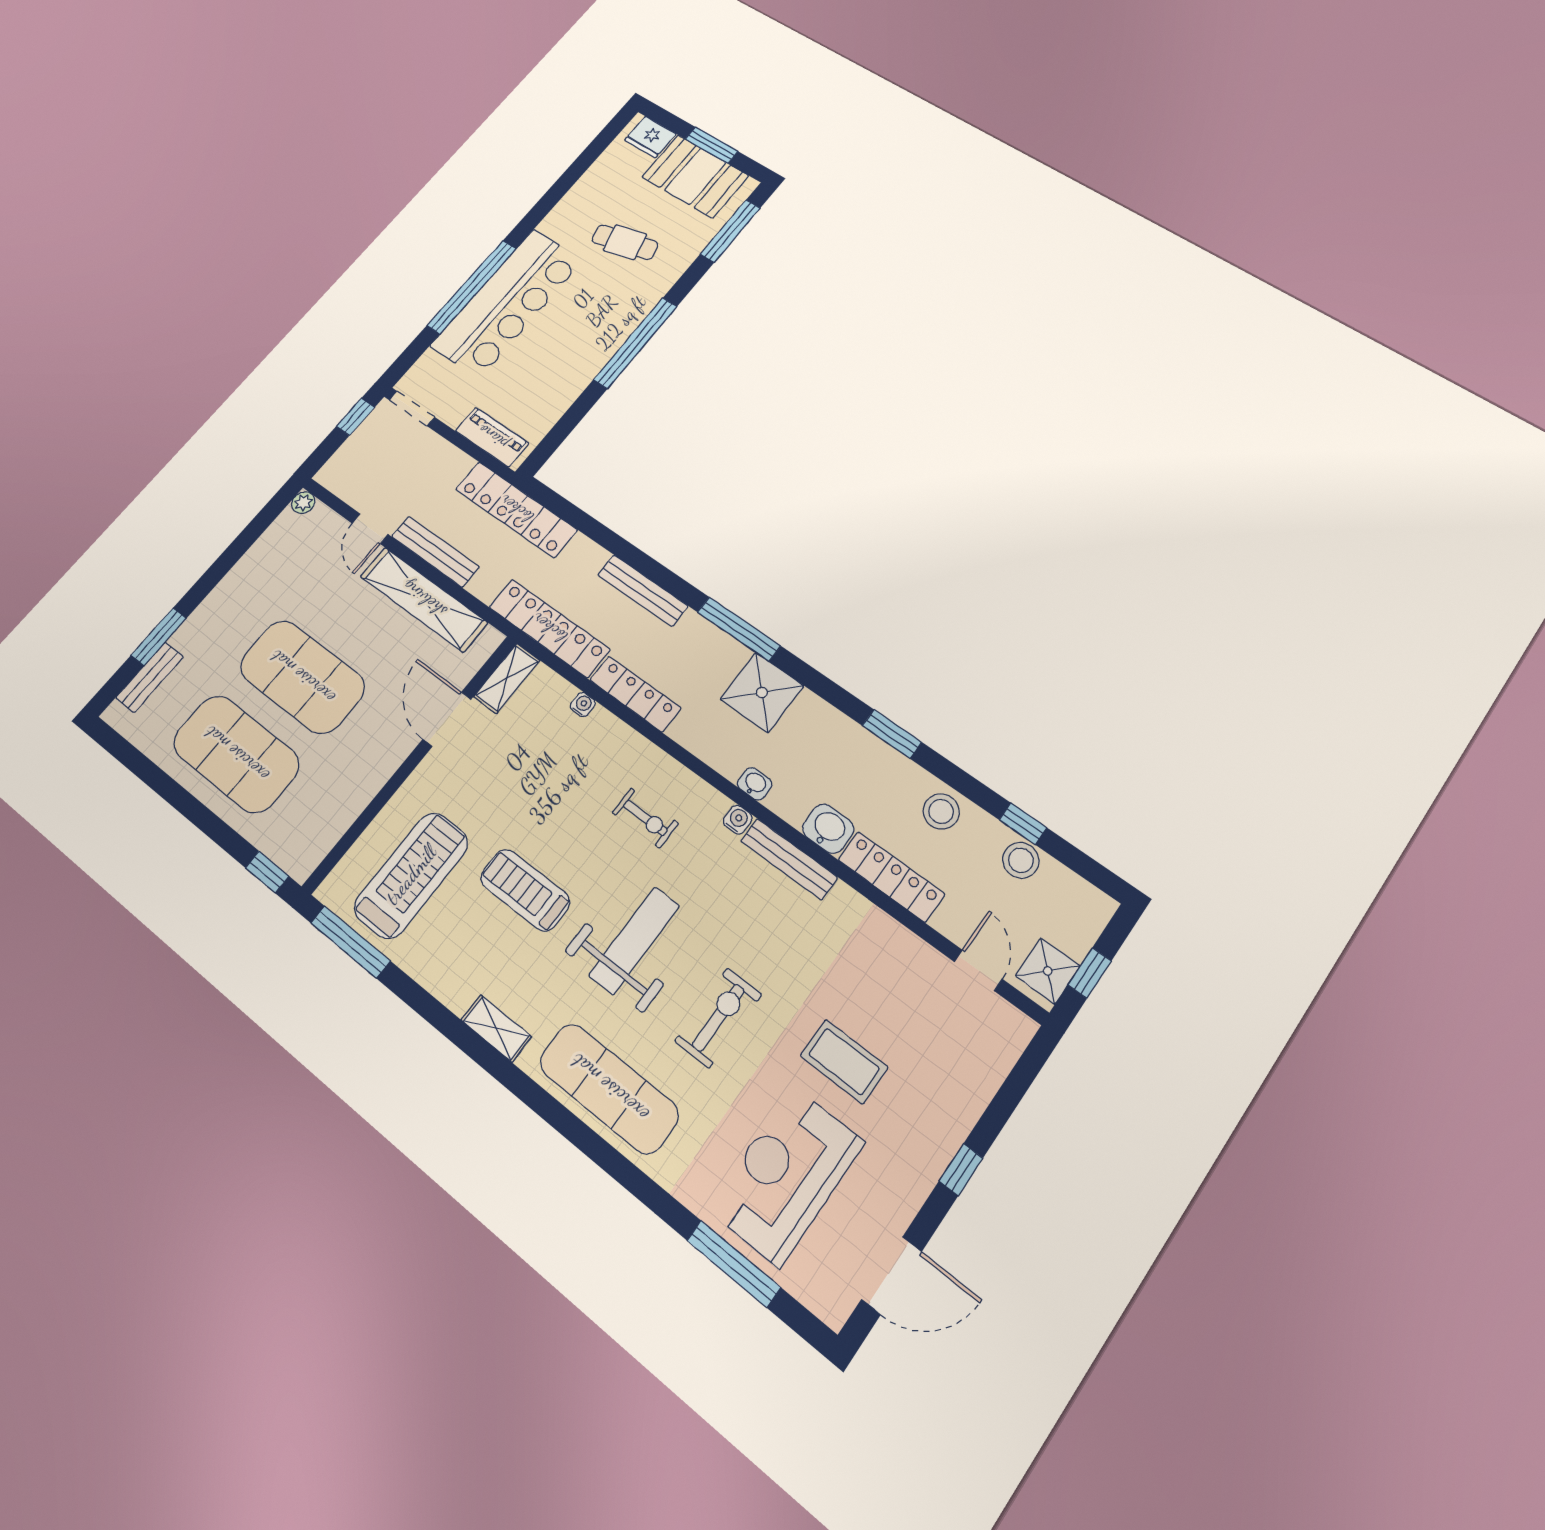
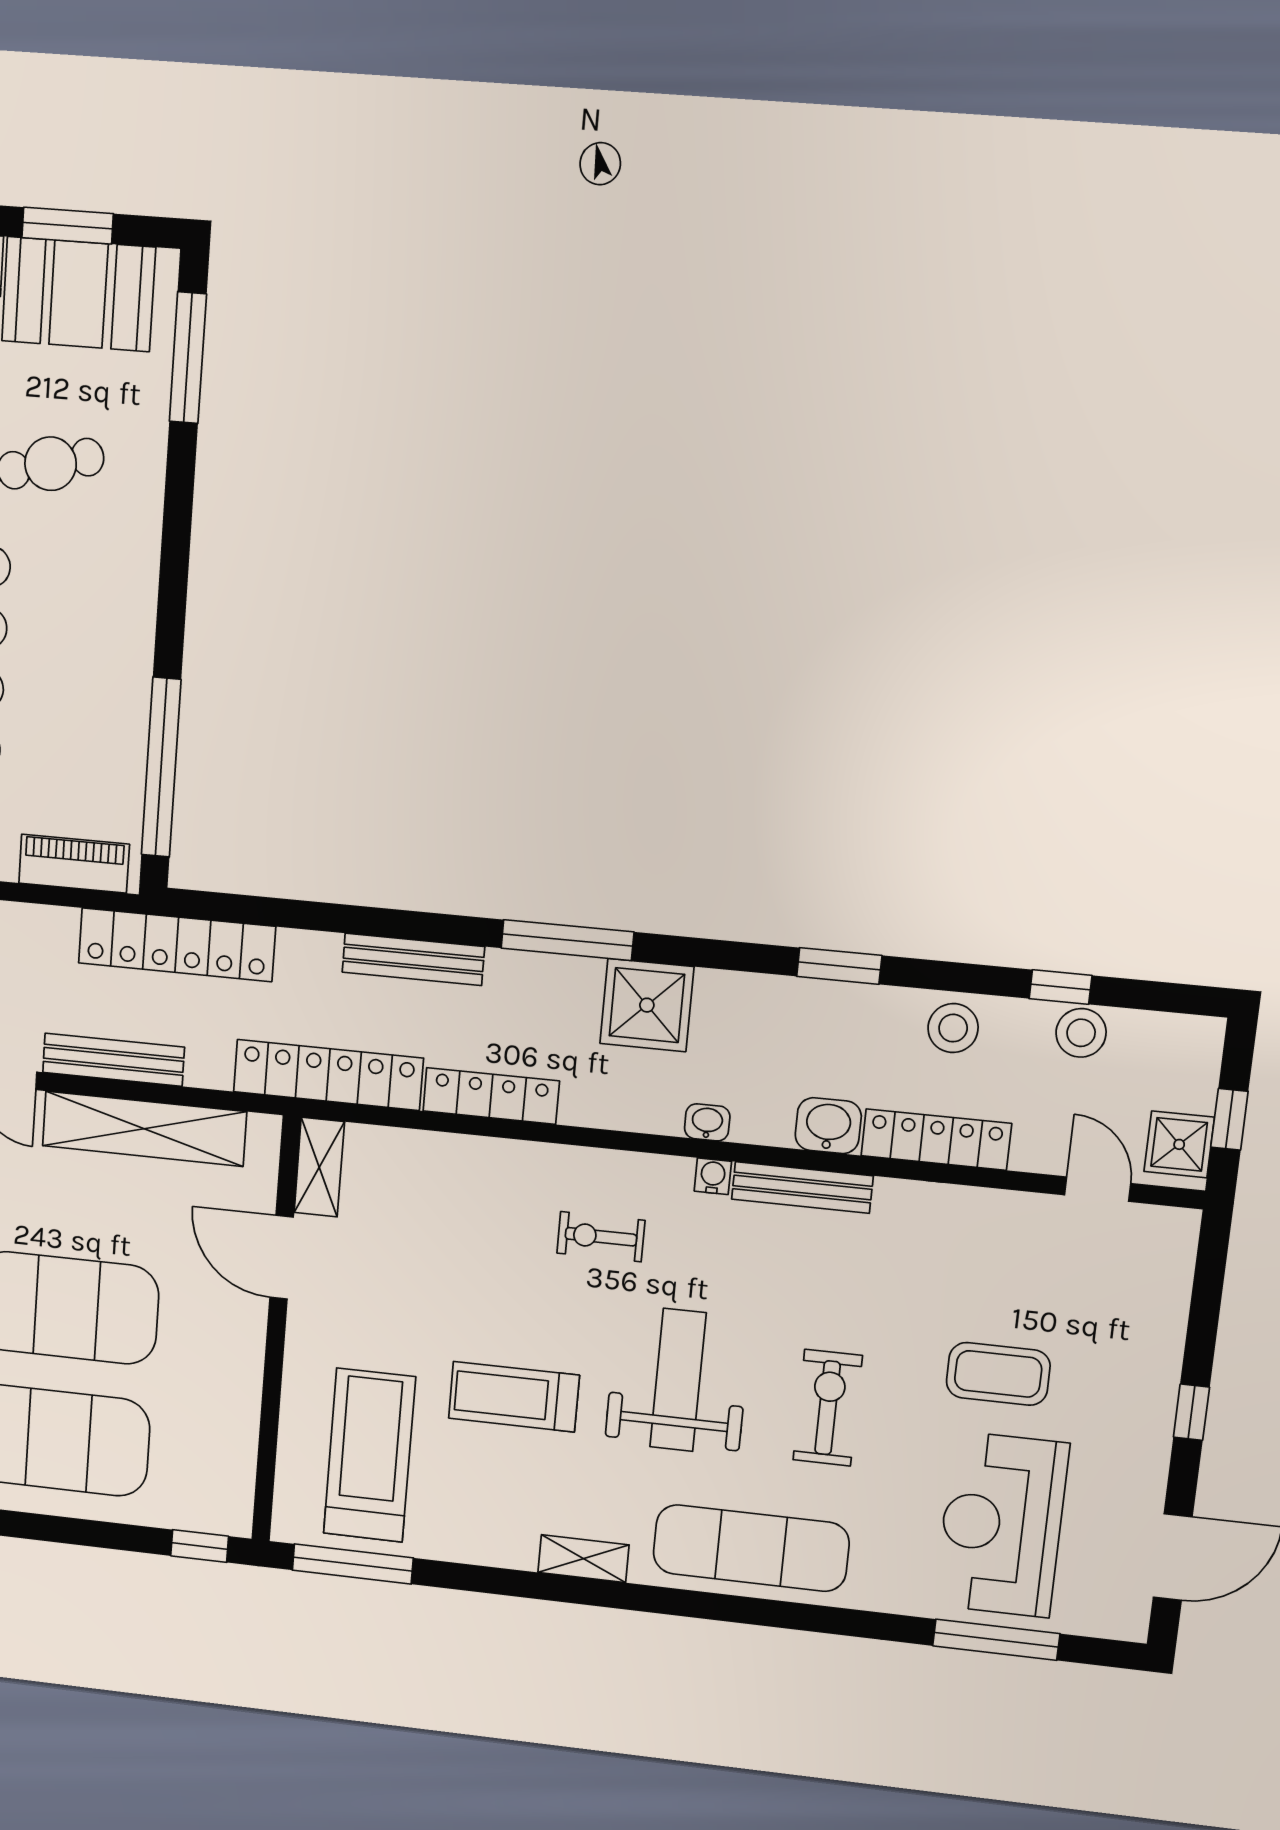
window: (635, 343) -> (161, 767), moved
water cooler: (583, 705) -> (435, 1146), removed
exercise bike: (645, 818) -> (601, 1237), turned 180

